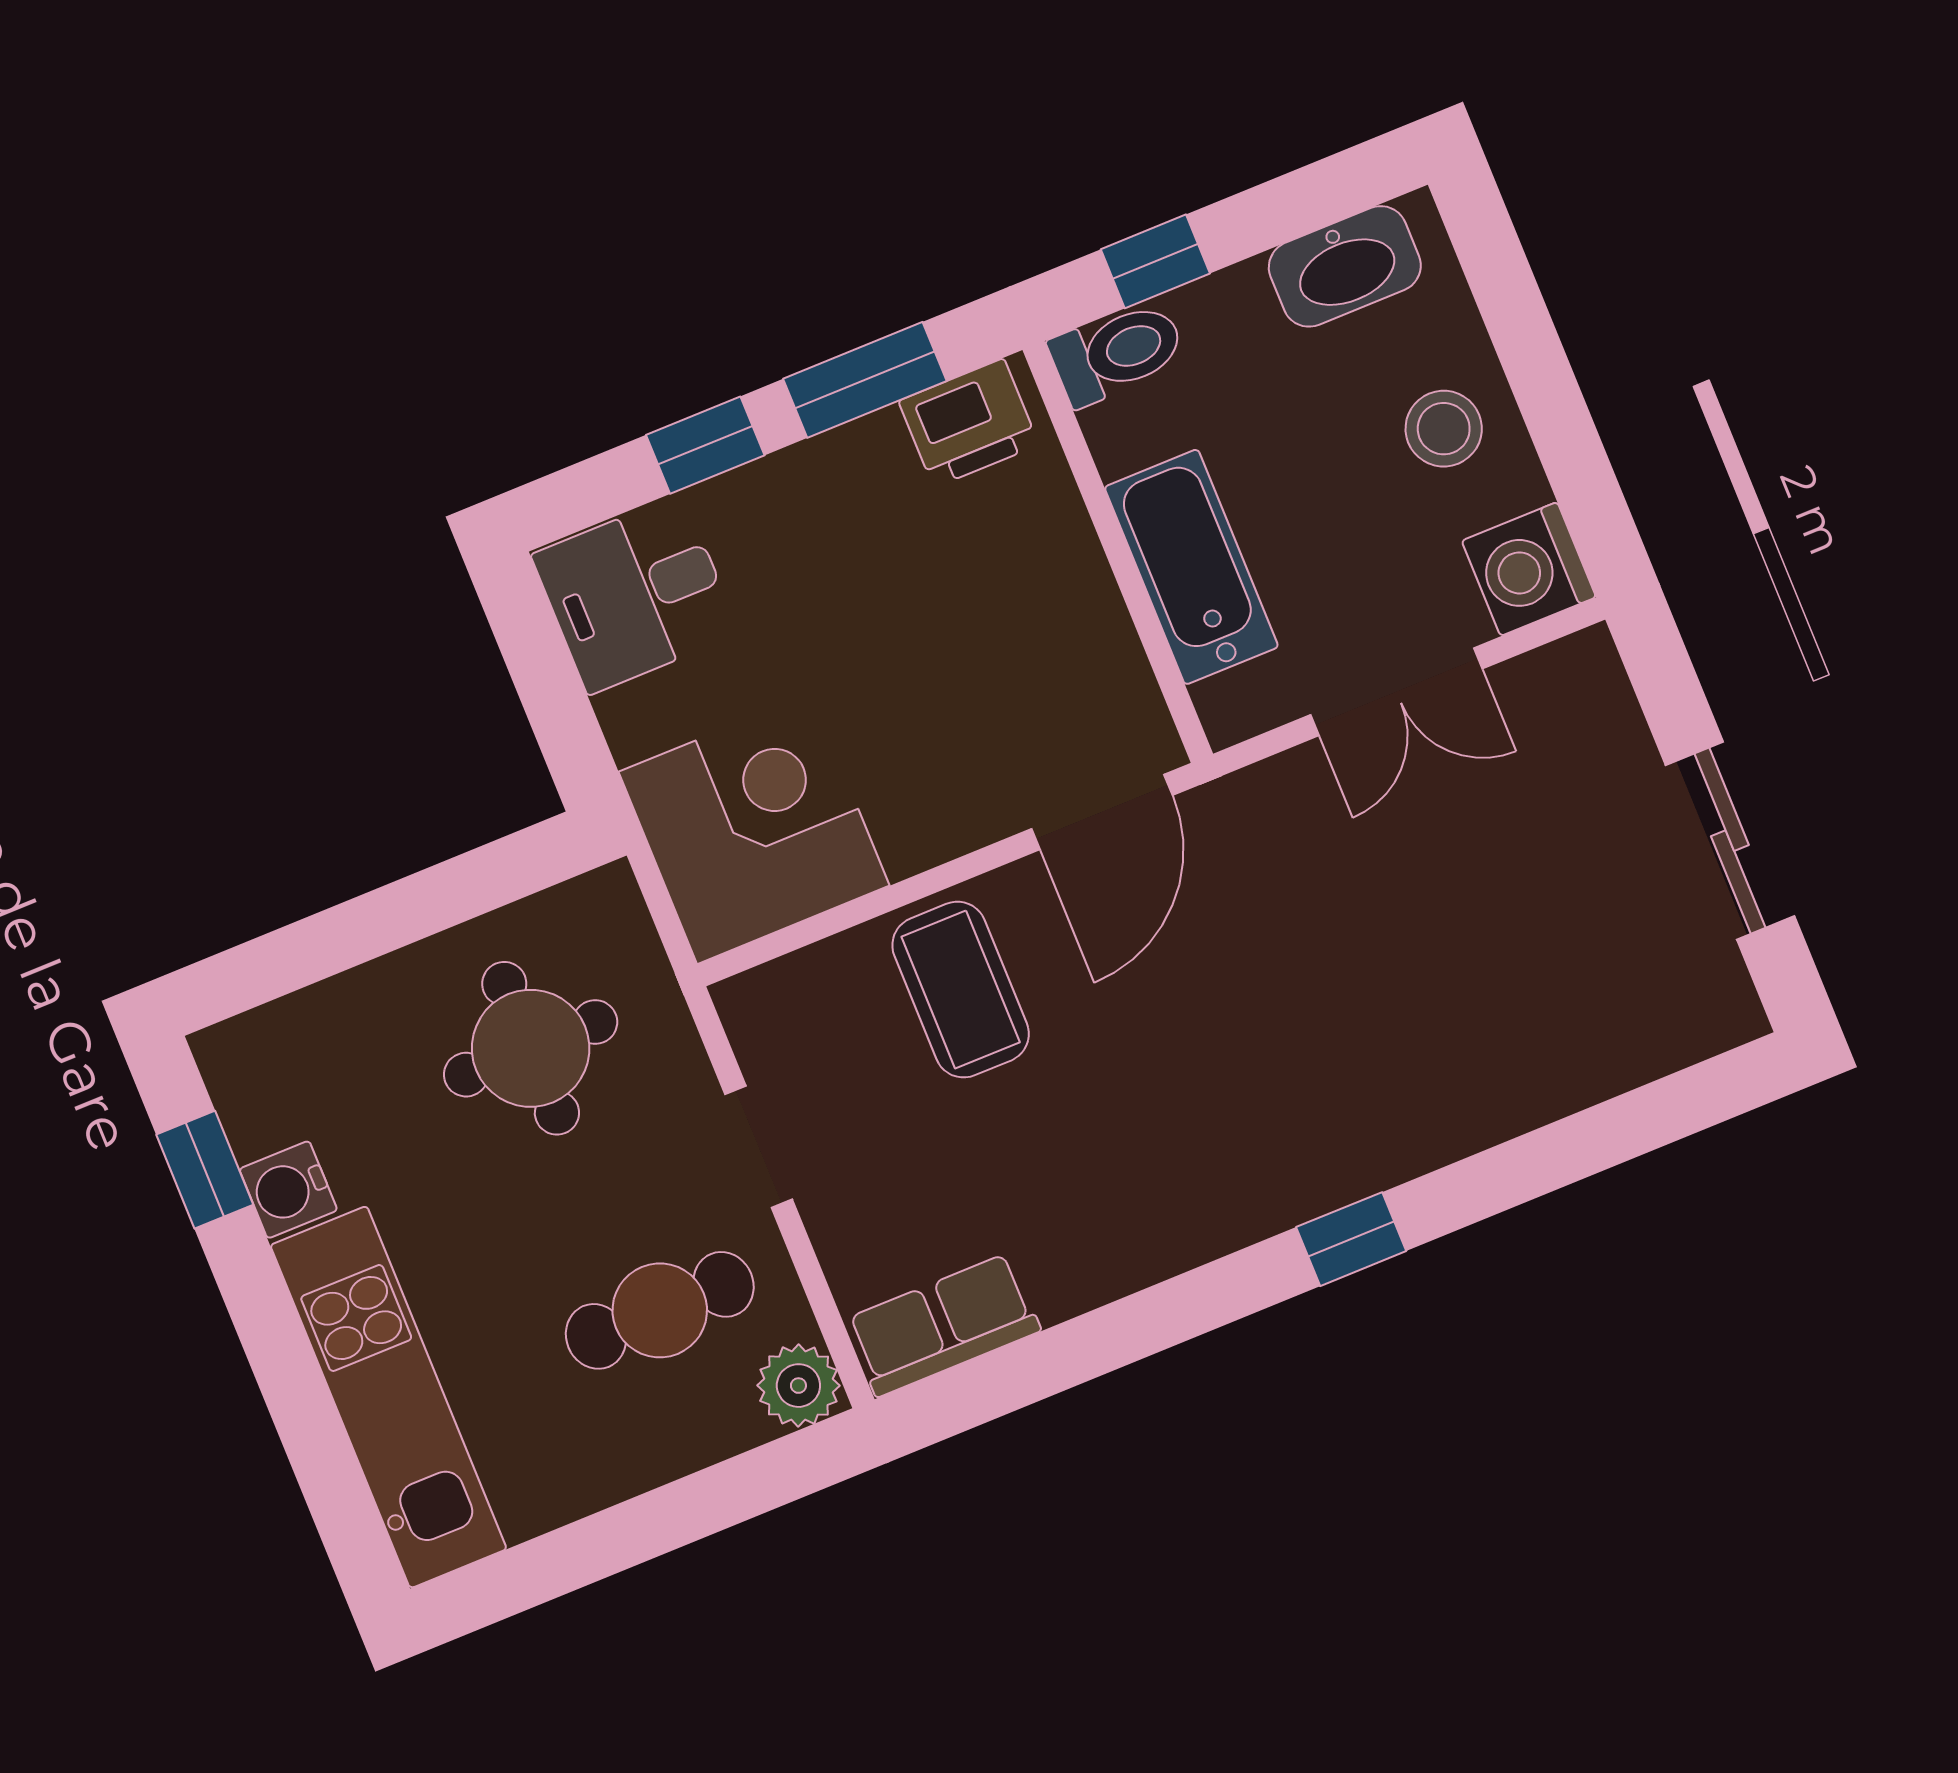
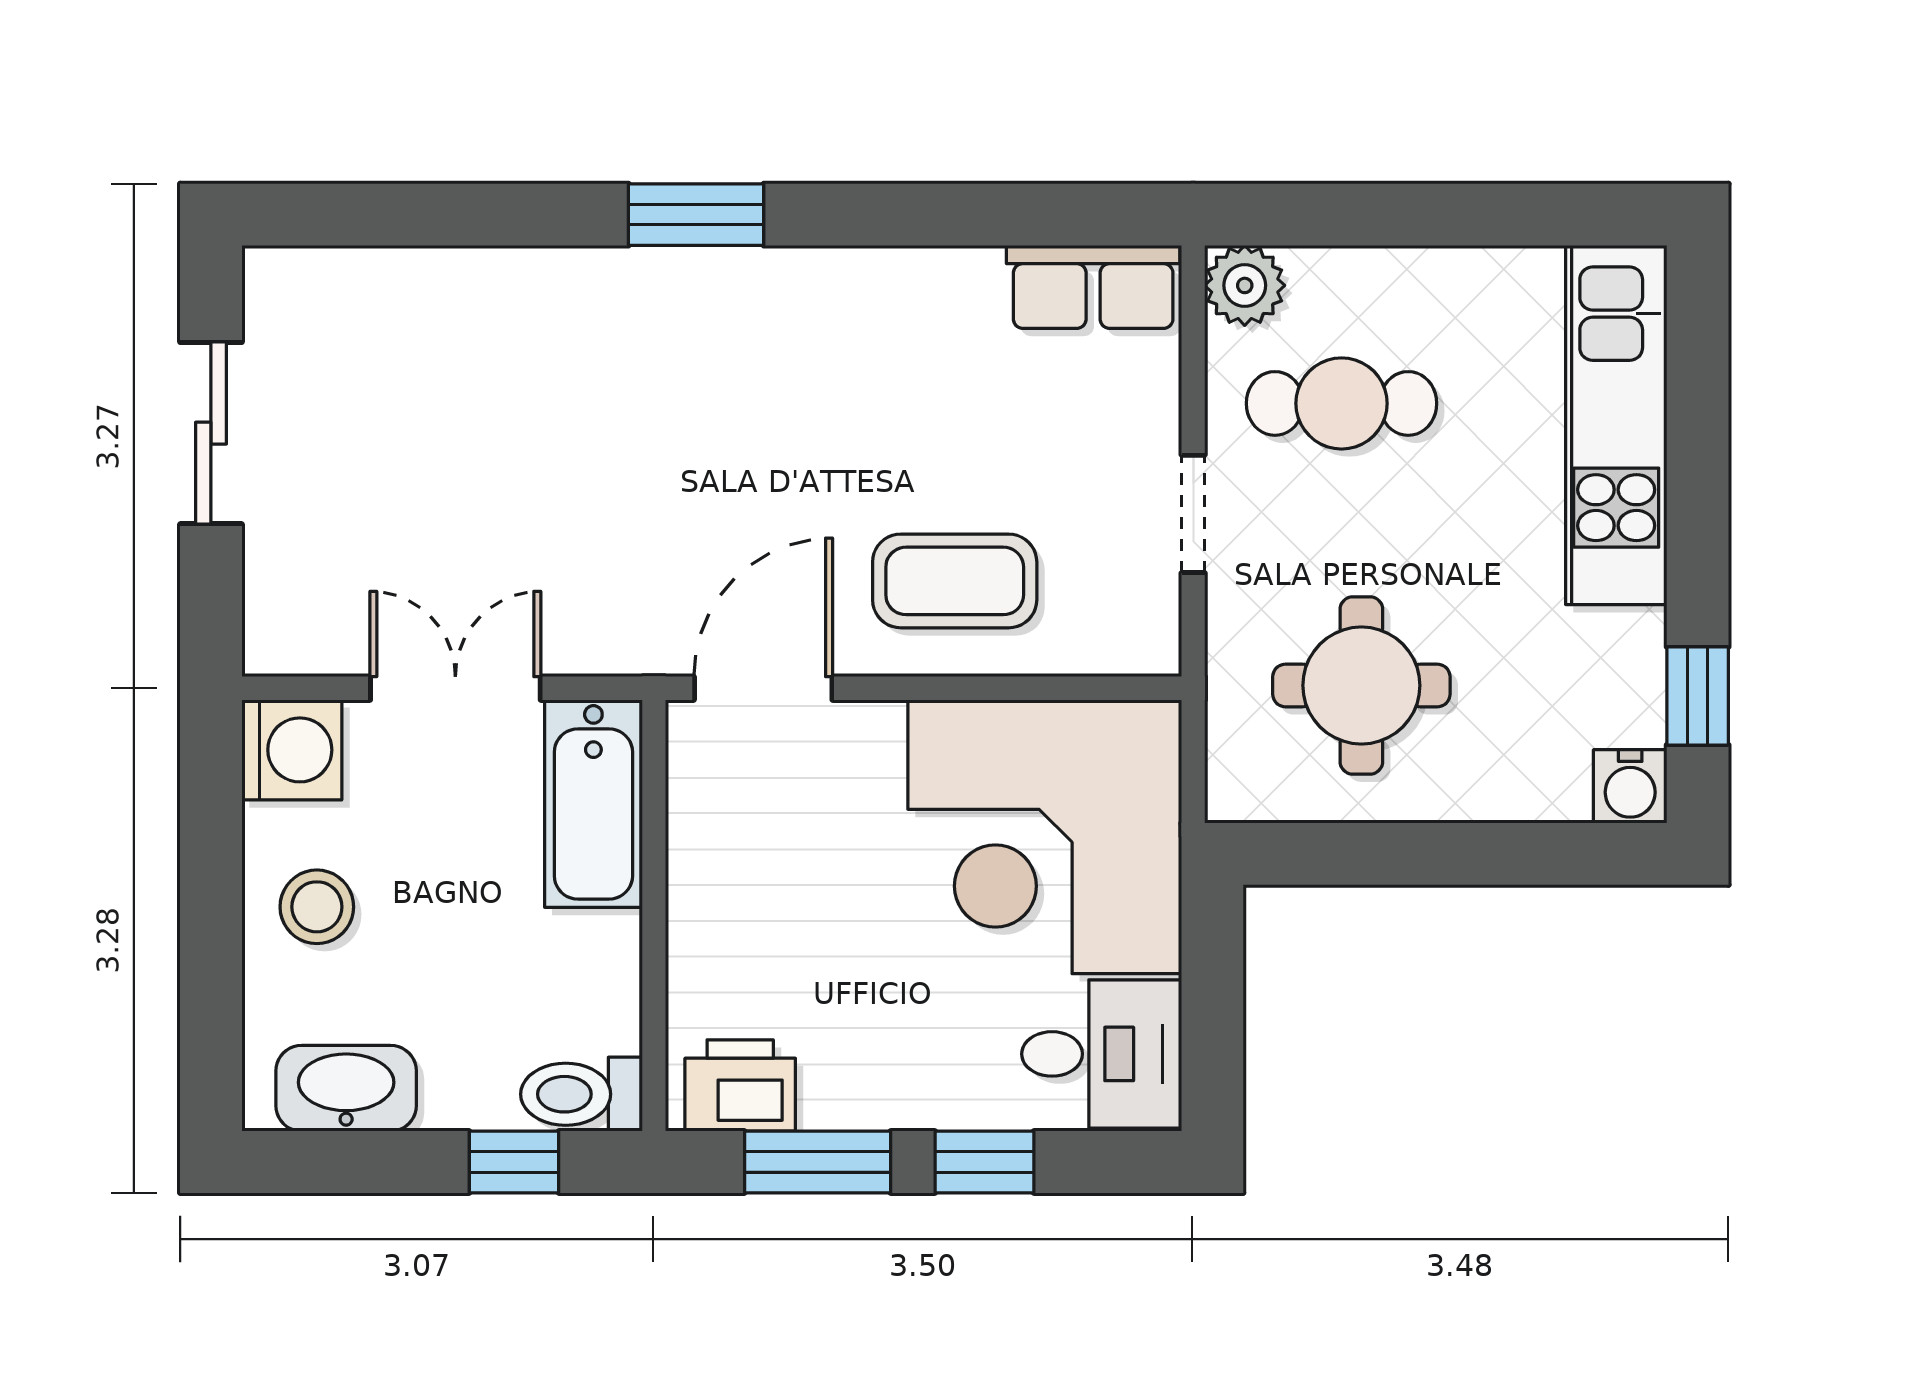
bathtub: (1191, 567) -> (593, 804), moved
corner desk: (754, 829) -> (1045, 837), width x1.36, depth x1.36
coffee table: (961, 990) -> (955, 581), turned 90
water cooler: (288, 1190) -> (1630, 786), moved, turned 90
window: (1351, 1239) -> (696, 215), width x1.50

